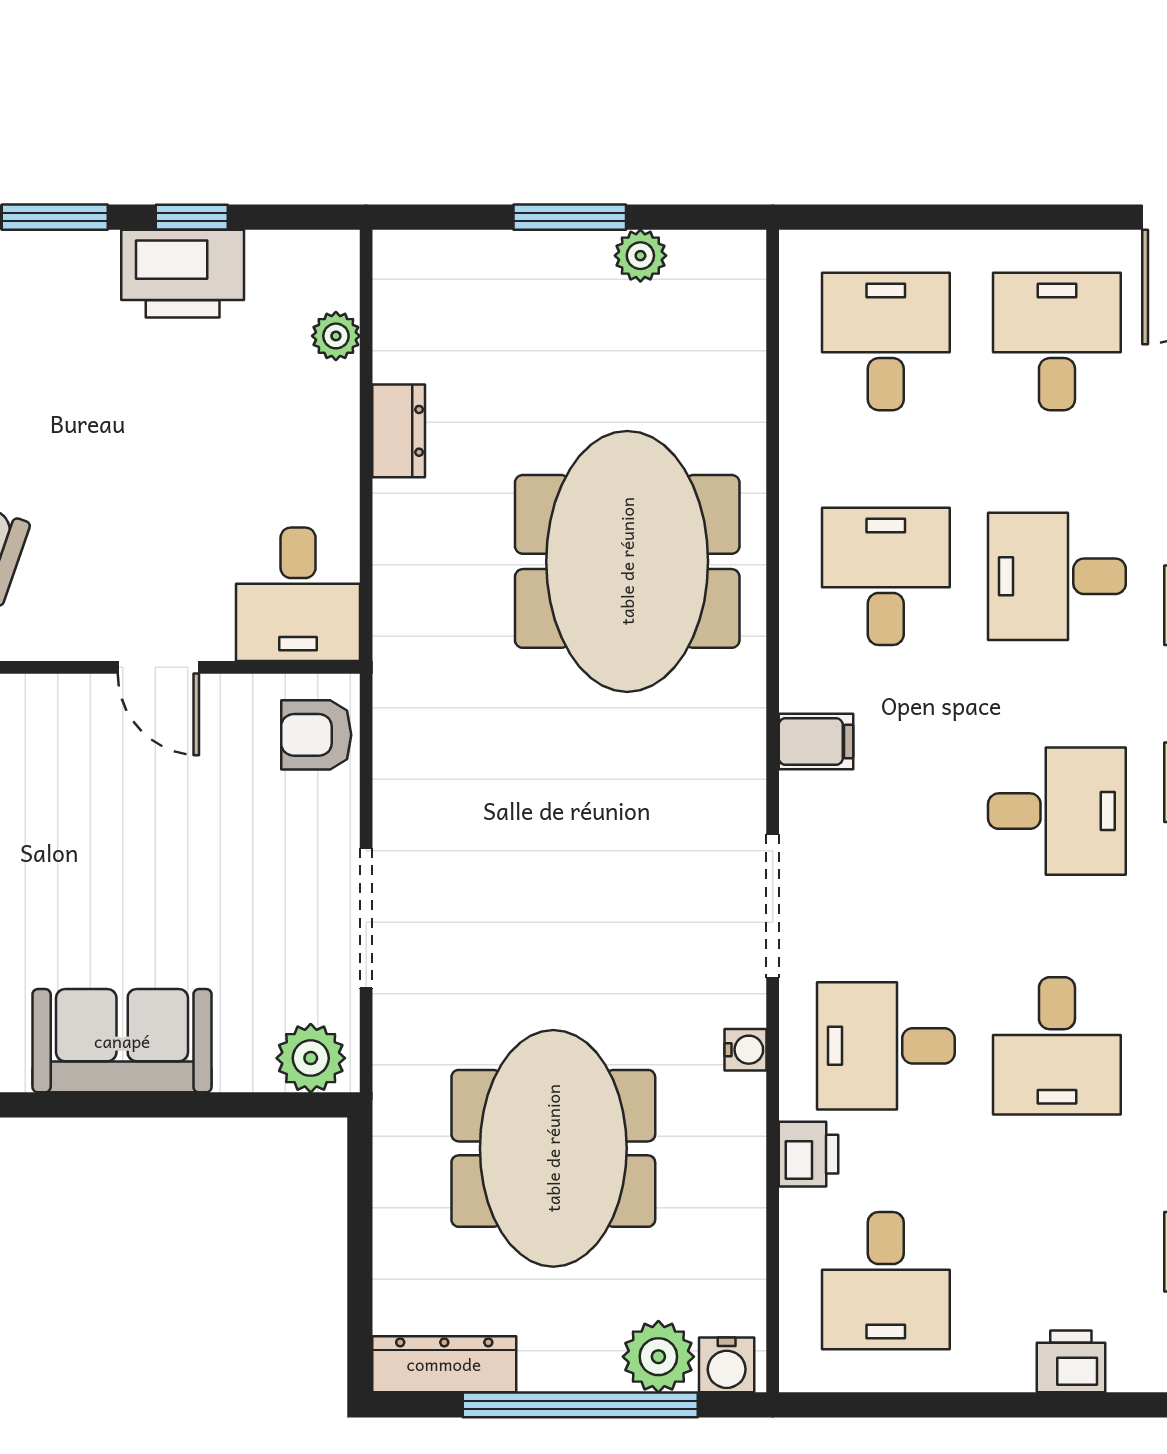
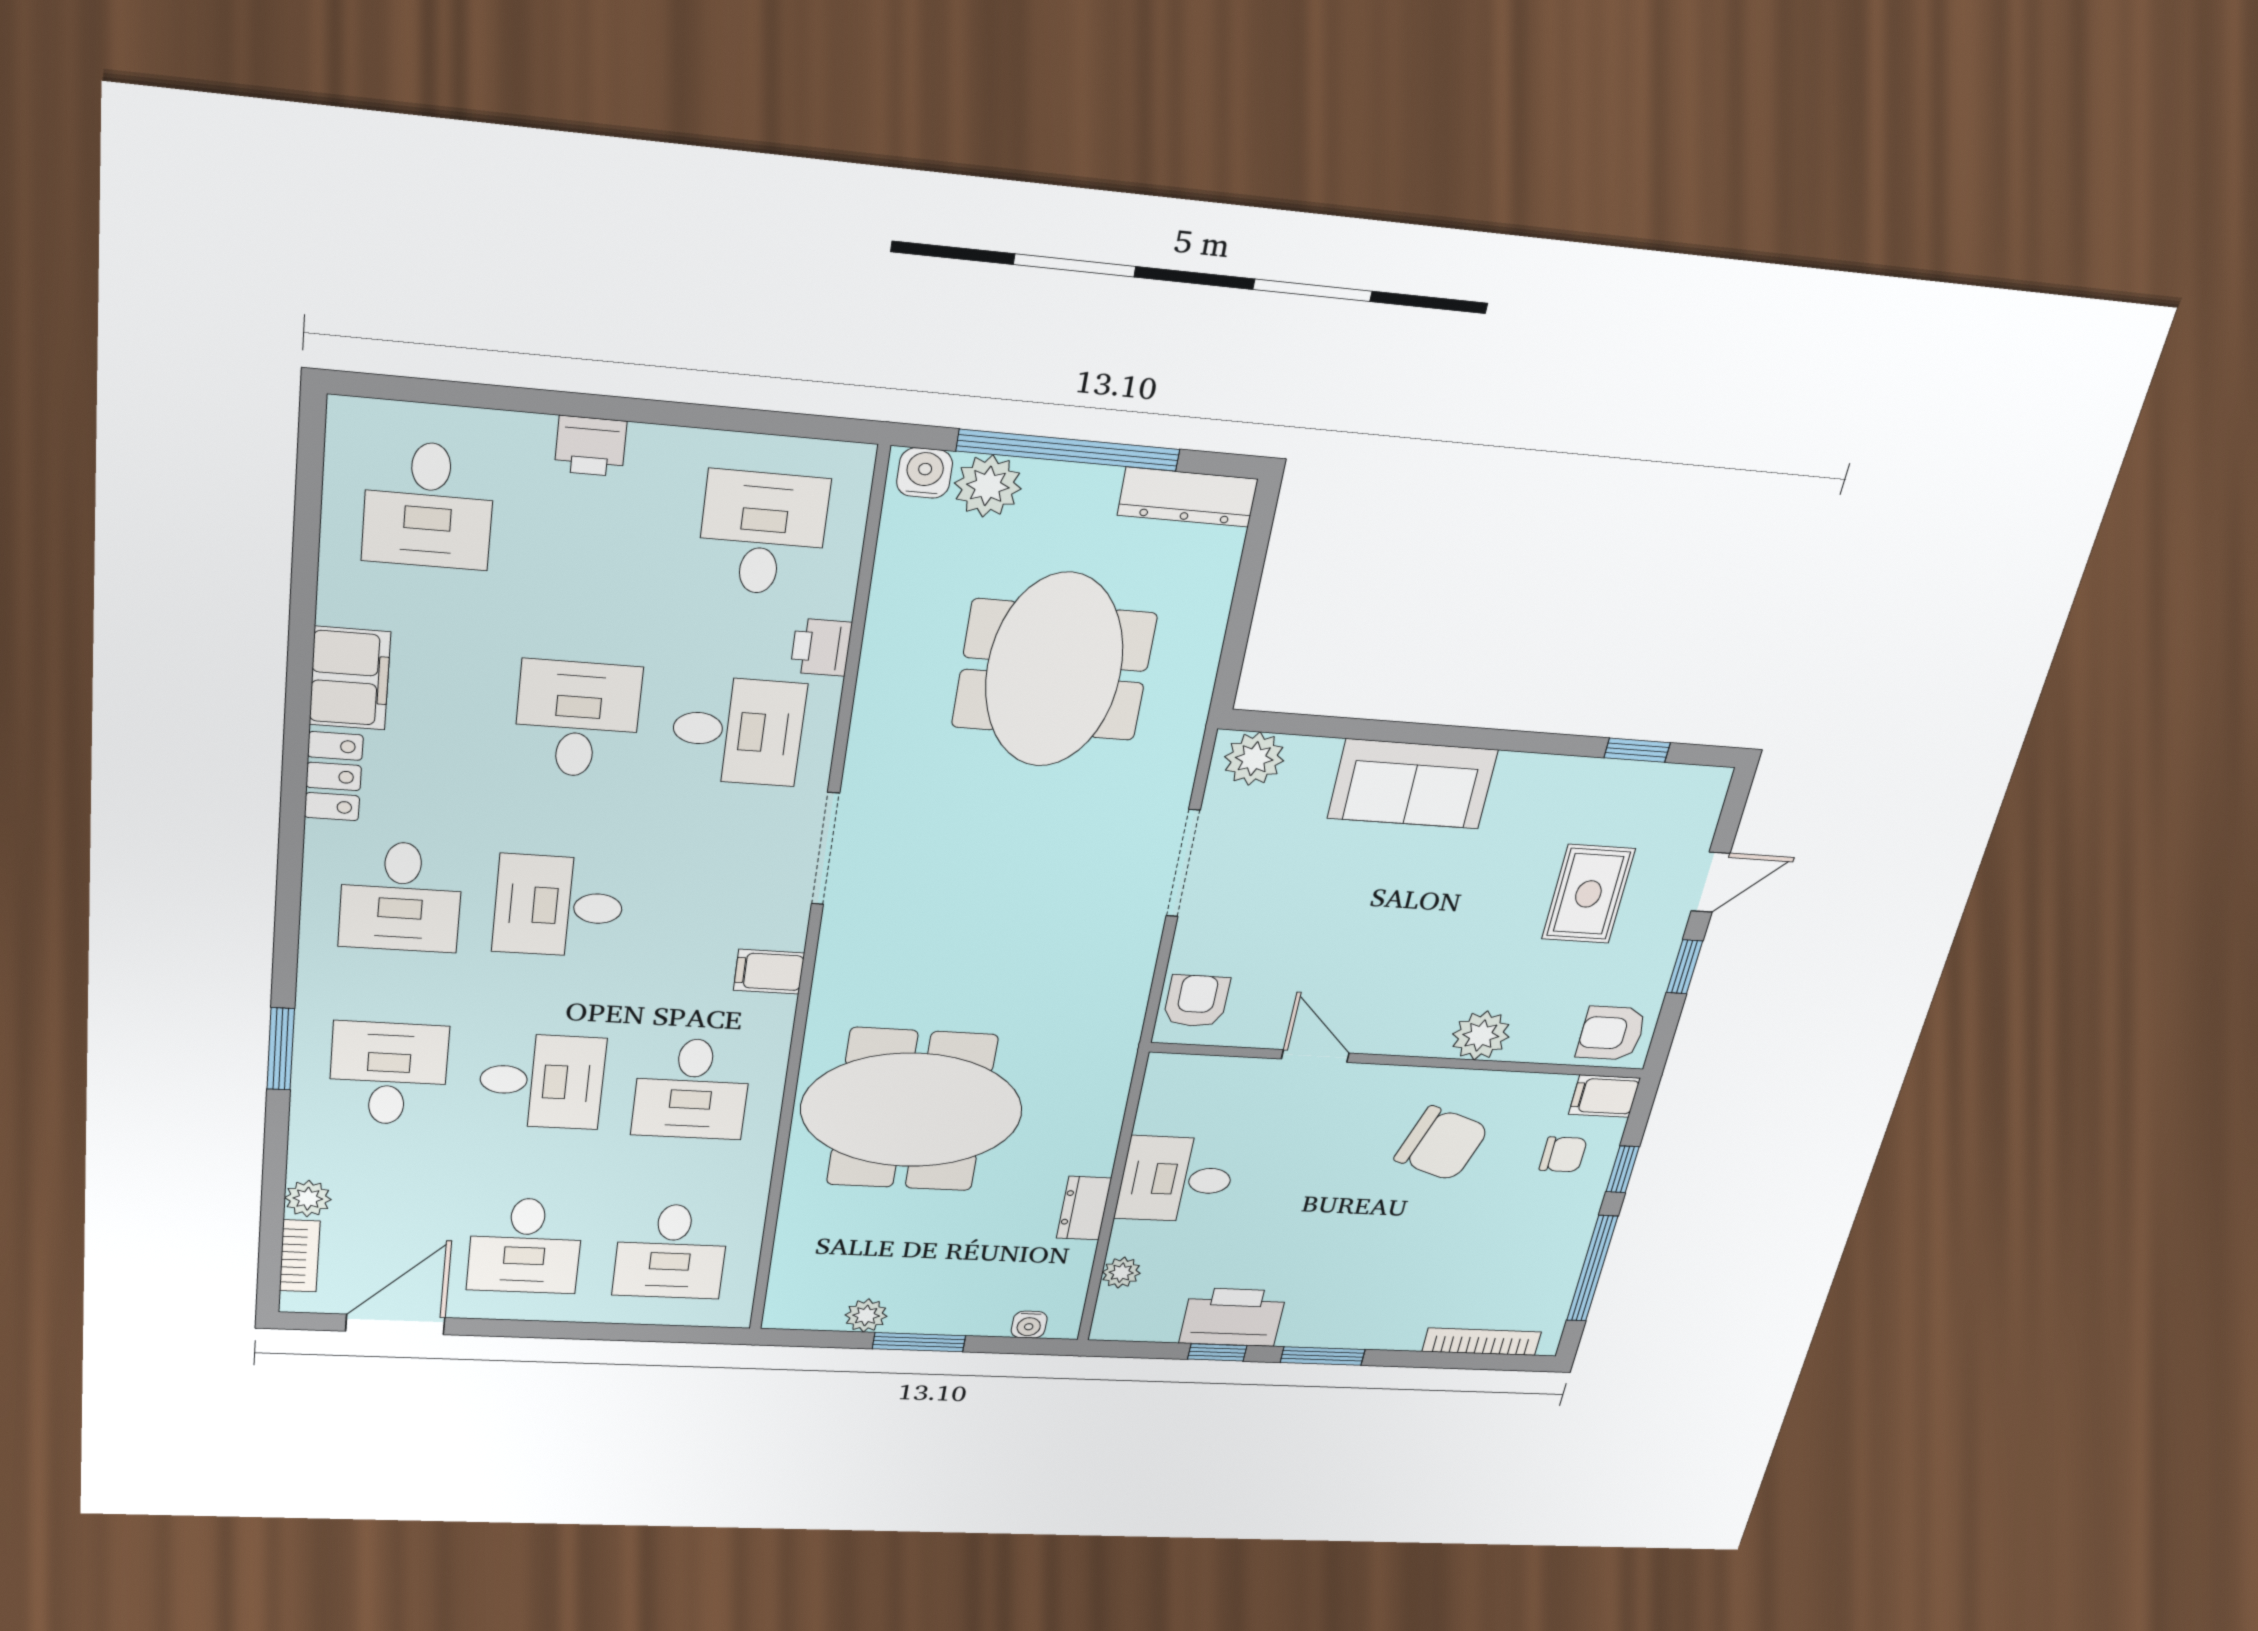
meeting table: (627, 561) -> (912, 1110), turned 90
desk: (298, 594) -> (1176, 1179), moved, turned -90
armchair: (316, 735) -> (1196, 1001), turned -90
water cooler: (745, 1050) -> (1029, 1325), moved, turned -90

